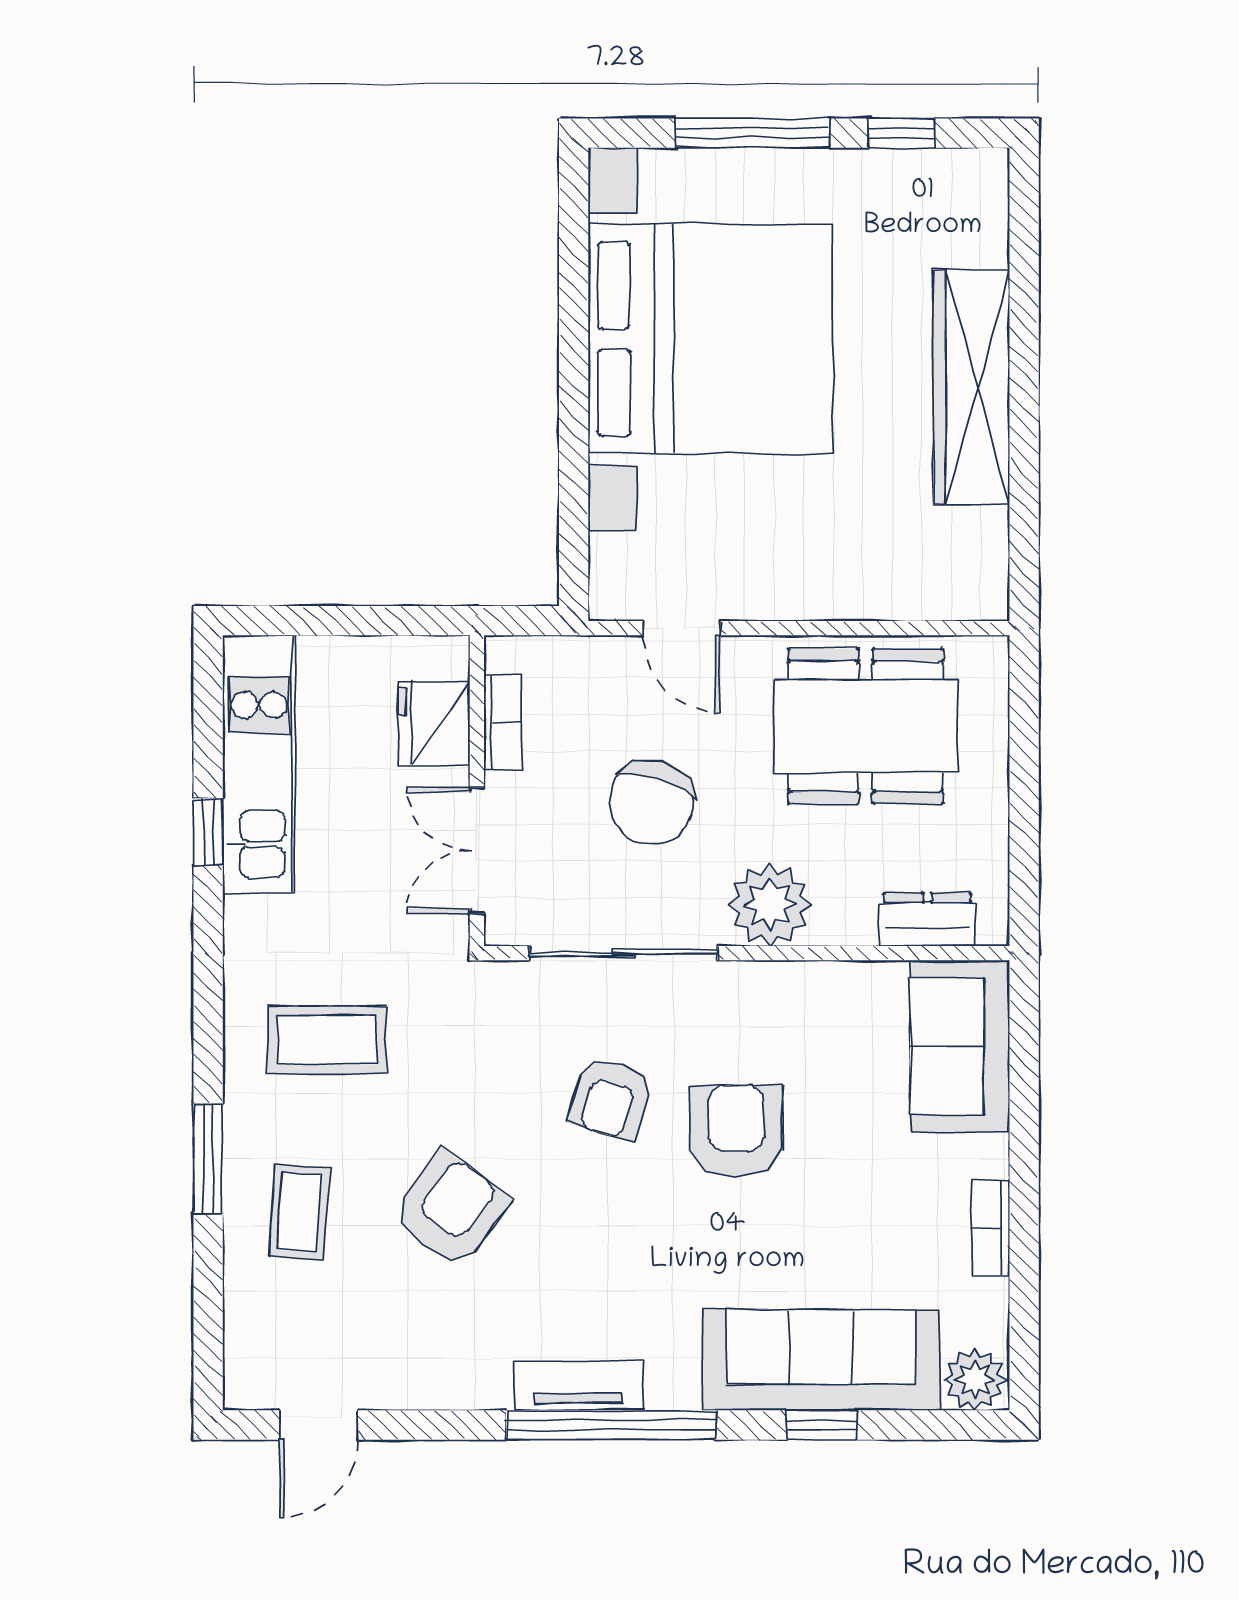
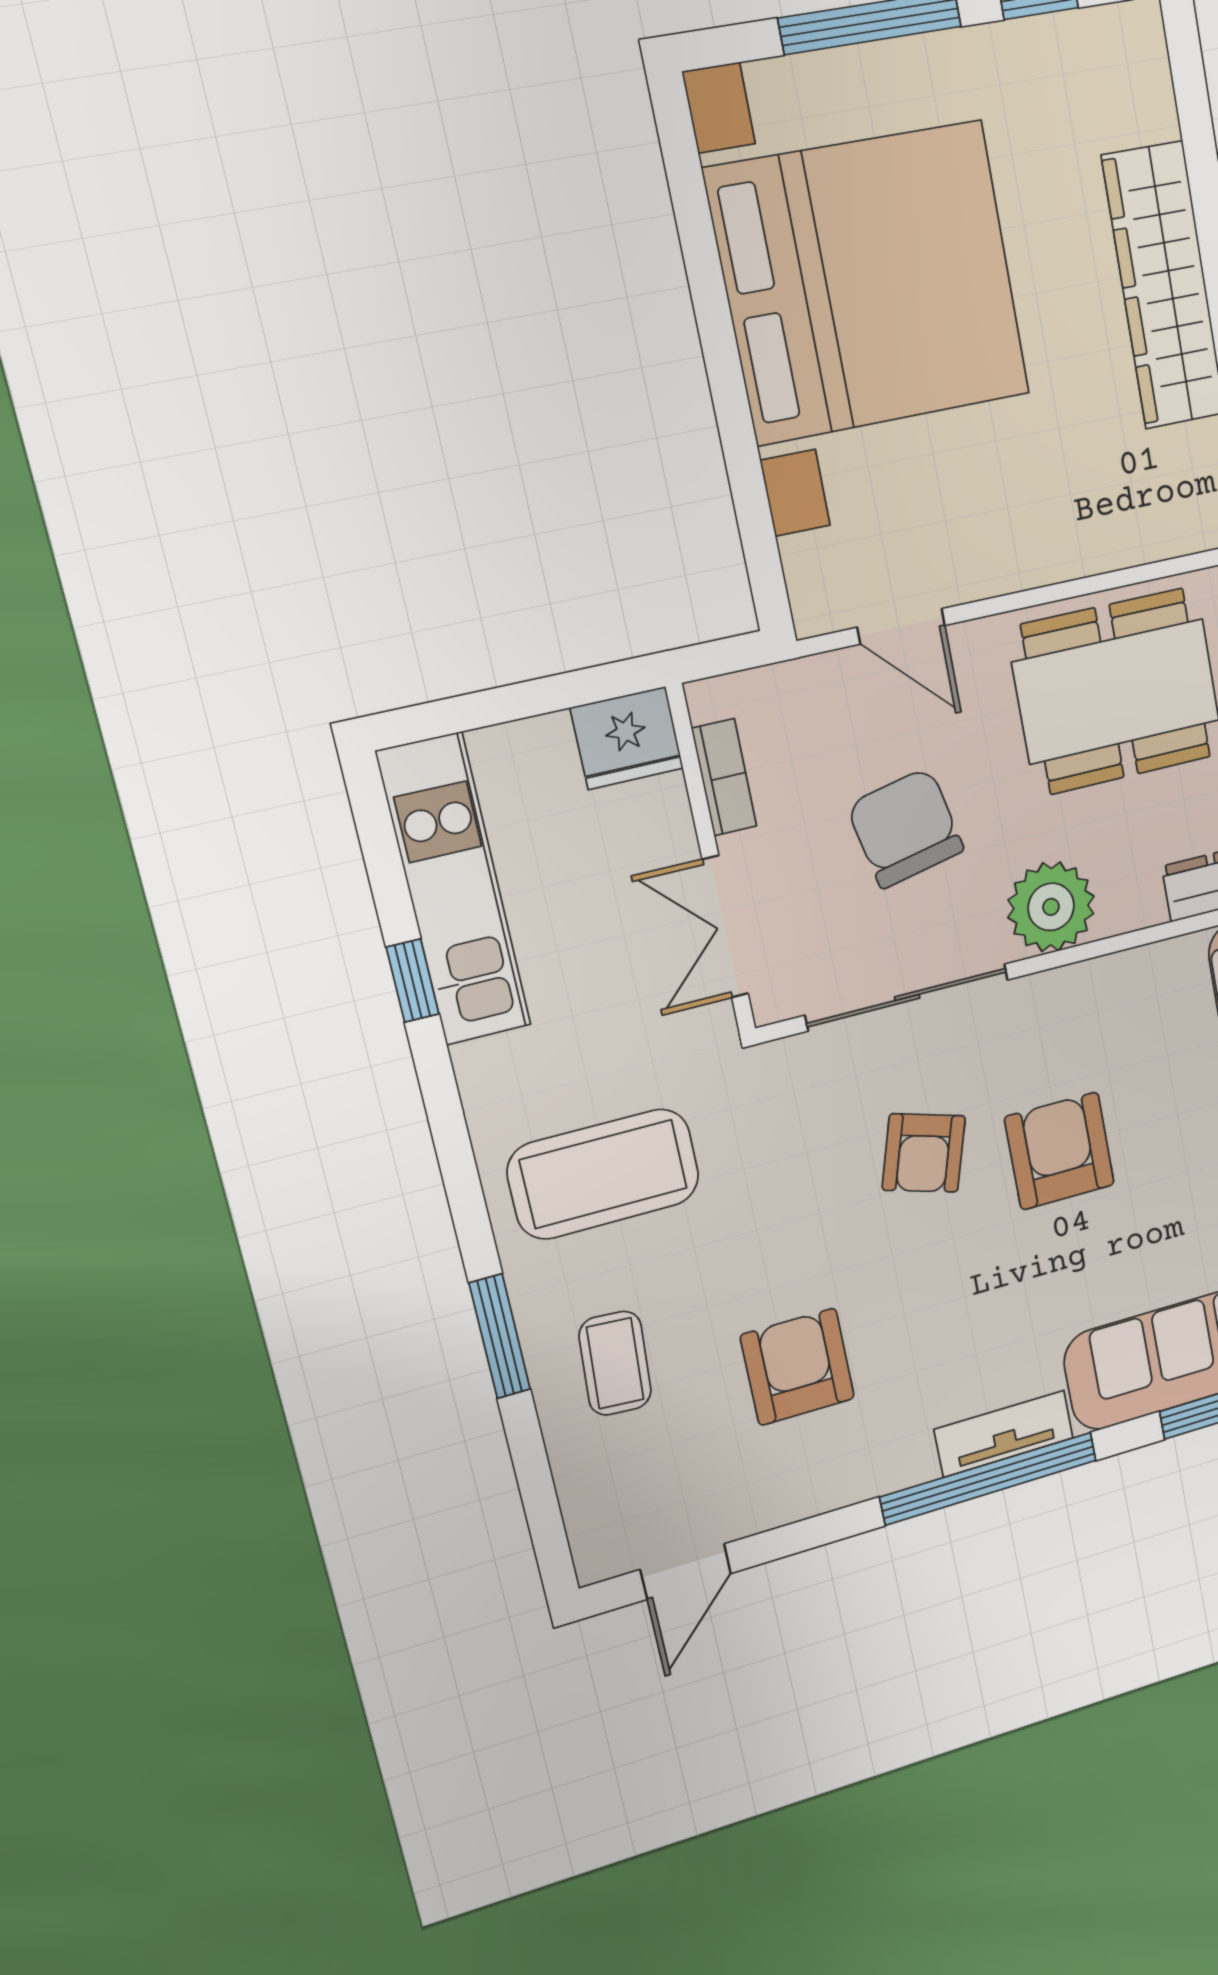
fridge: (434, 723) -> (627, 738), moved, turned -90
chair: (651, 803) -> (905, 828), turned 152
coffee table: (327, 1040) -> (604, 1174), width x1.36, depth x1.32
armchair: (450, 1210) -> (797, 1367), moved, turned -37
tv unit: (579, 1386) -> (1004, 1434), moved

